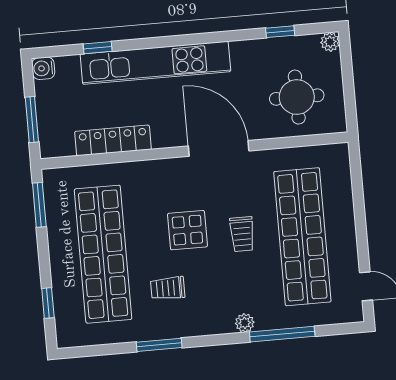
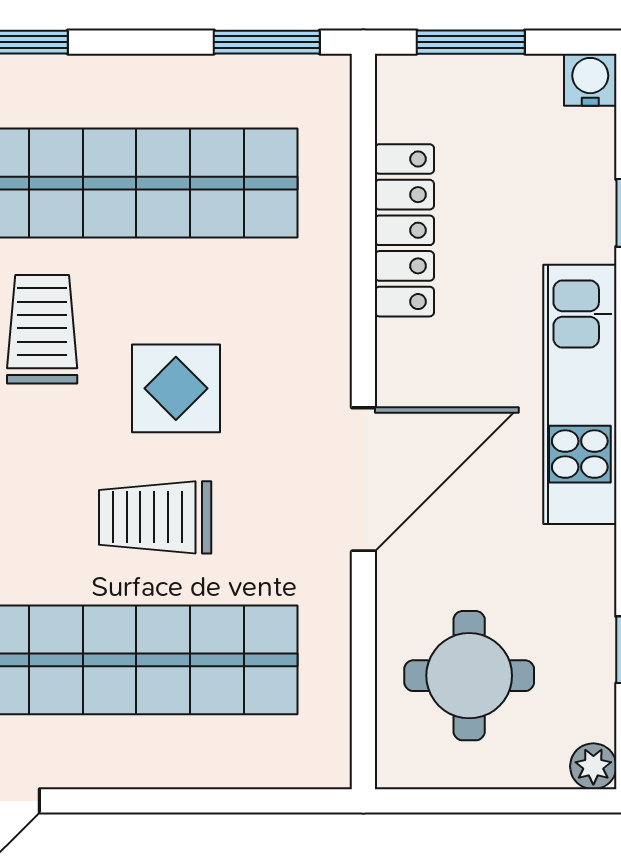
kitchen unit: (155, 63) -> (580, 394), width x0.73
trolley: (242, 234) -> (155, 517), width x1.36, depth x1.39
trolley: (168, 288) -> (42, 329), width x1.36, depth x1.39

